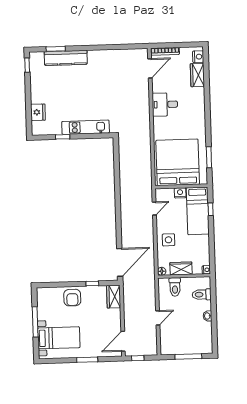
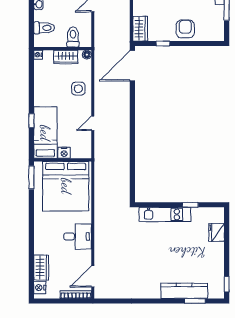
bed: (178, 162) -> (66, 186), moved
wall: (181, 186) -> (63, 160), moved
nightstand: (180, 193) -> (64, 153), moved
bed: (198, 211) -> (45, 133), moved

